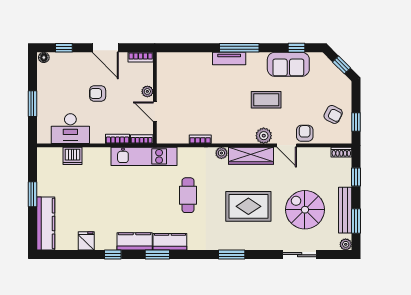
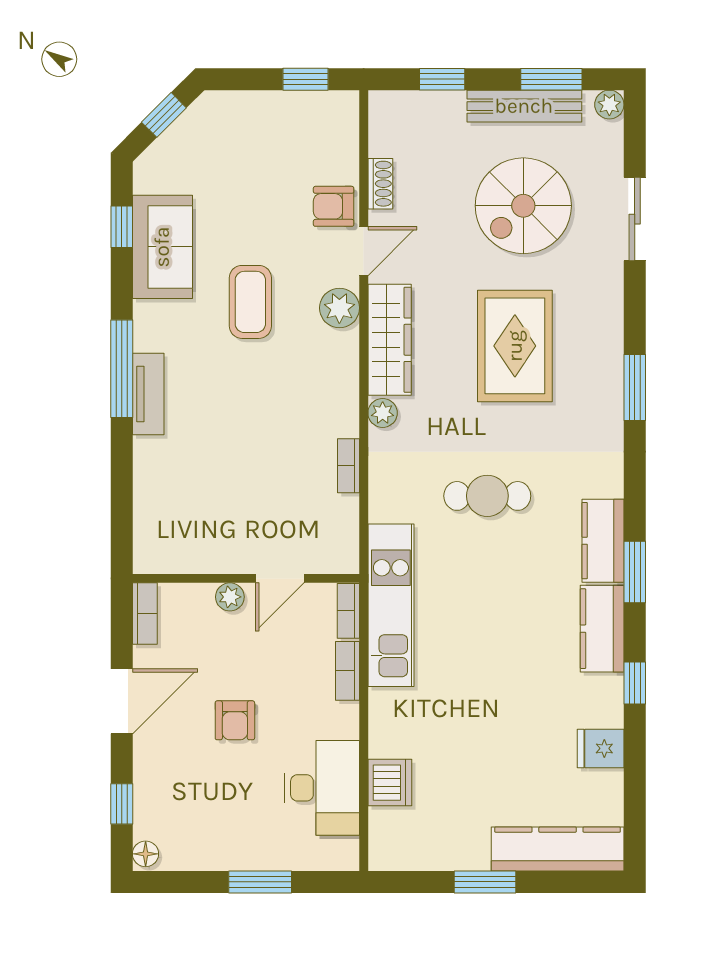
armchair: (333, 114) -> (287, 136), removed
shoe rack: (341, 152) -> (380, 184), moved

